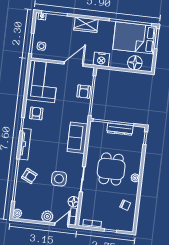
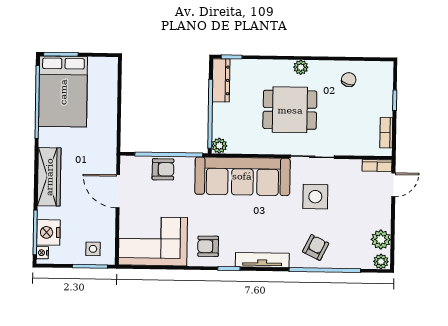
wardrobe: (86, 25) -> (49, 177), width x1.50
nightstand: (101, 59) -> (48, 232), moved, turned 180
floor lamp: (135, 63) -> (105, 87), removed
plant: (94, 126) -> (219, 146), added
dresser: (120, 129) -> (221, 80), moved
sofa: (77, 138) -> (242, 176), width x1.85, depth x1.27
floor lamp: (73, 202) -> (352, 168), removed
plant: (47, 216) -> (381, 240), moved
door: (61, 225) -> (393, 185), swing flipped

